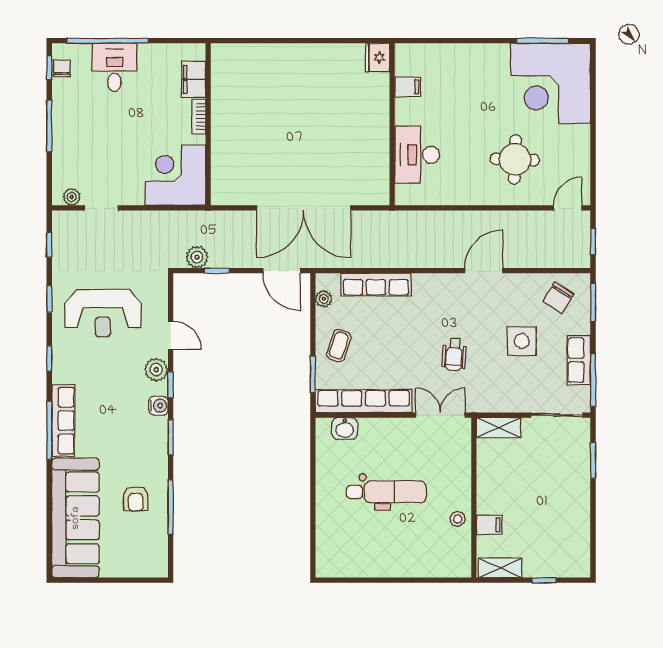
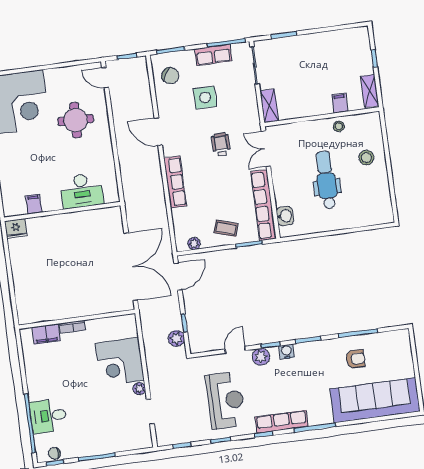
filing cabinet: (194, 79) -> (46, 334), moved
bookcase: (199, 117) -> (72, 327), moved
wall: (208, 124) -> (77, 319), moved
plant: (72, 197) -> (139, 389), moved
row of seats: (376, 285) -> (175, 182), moved
wheelchair: (454, 354) -> (221, 145), turned -94
row of seats: (63, 421) -> (282, 422), moved
stool: (410, 551) -> (366, 158), added

